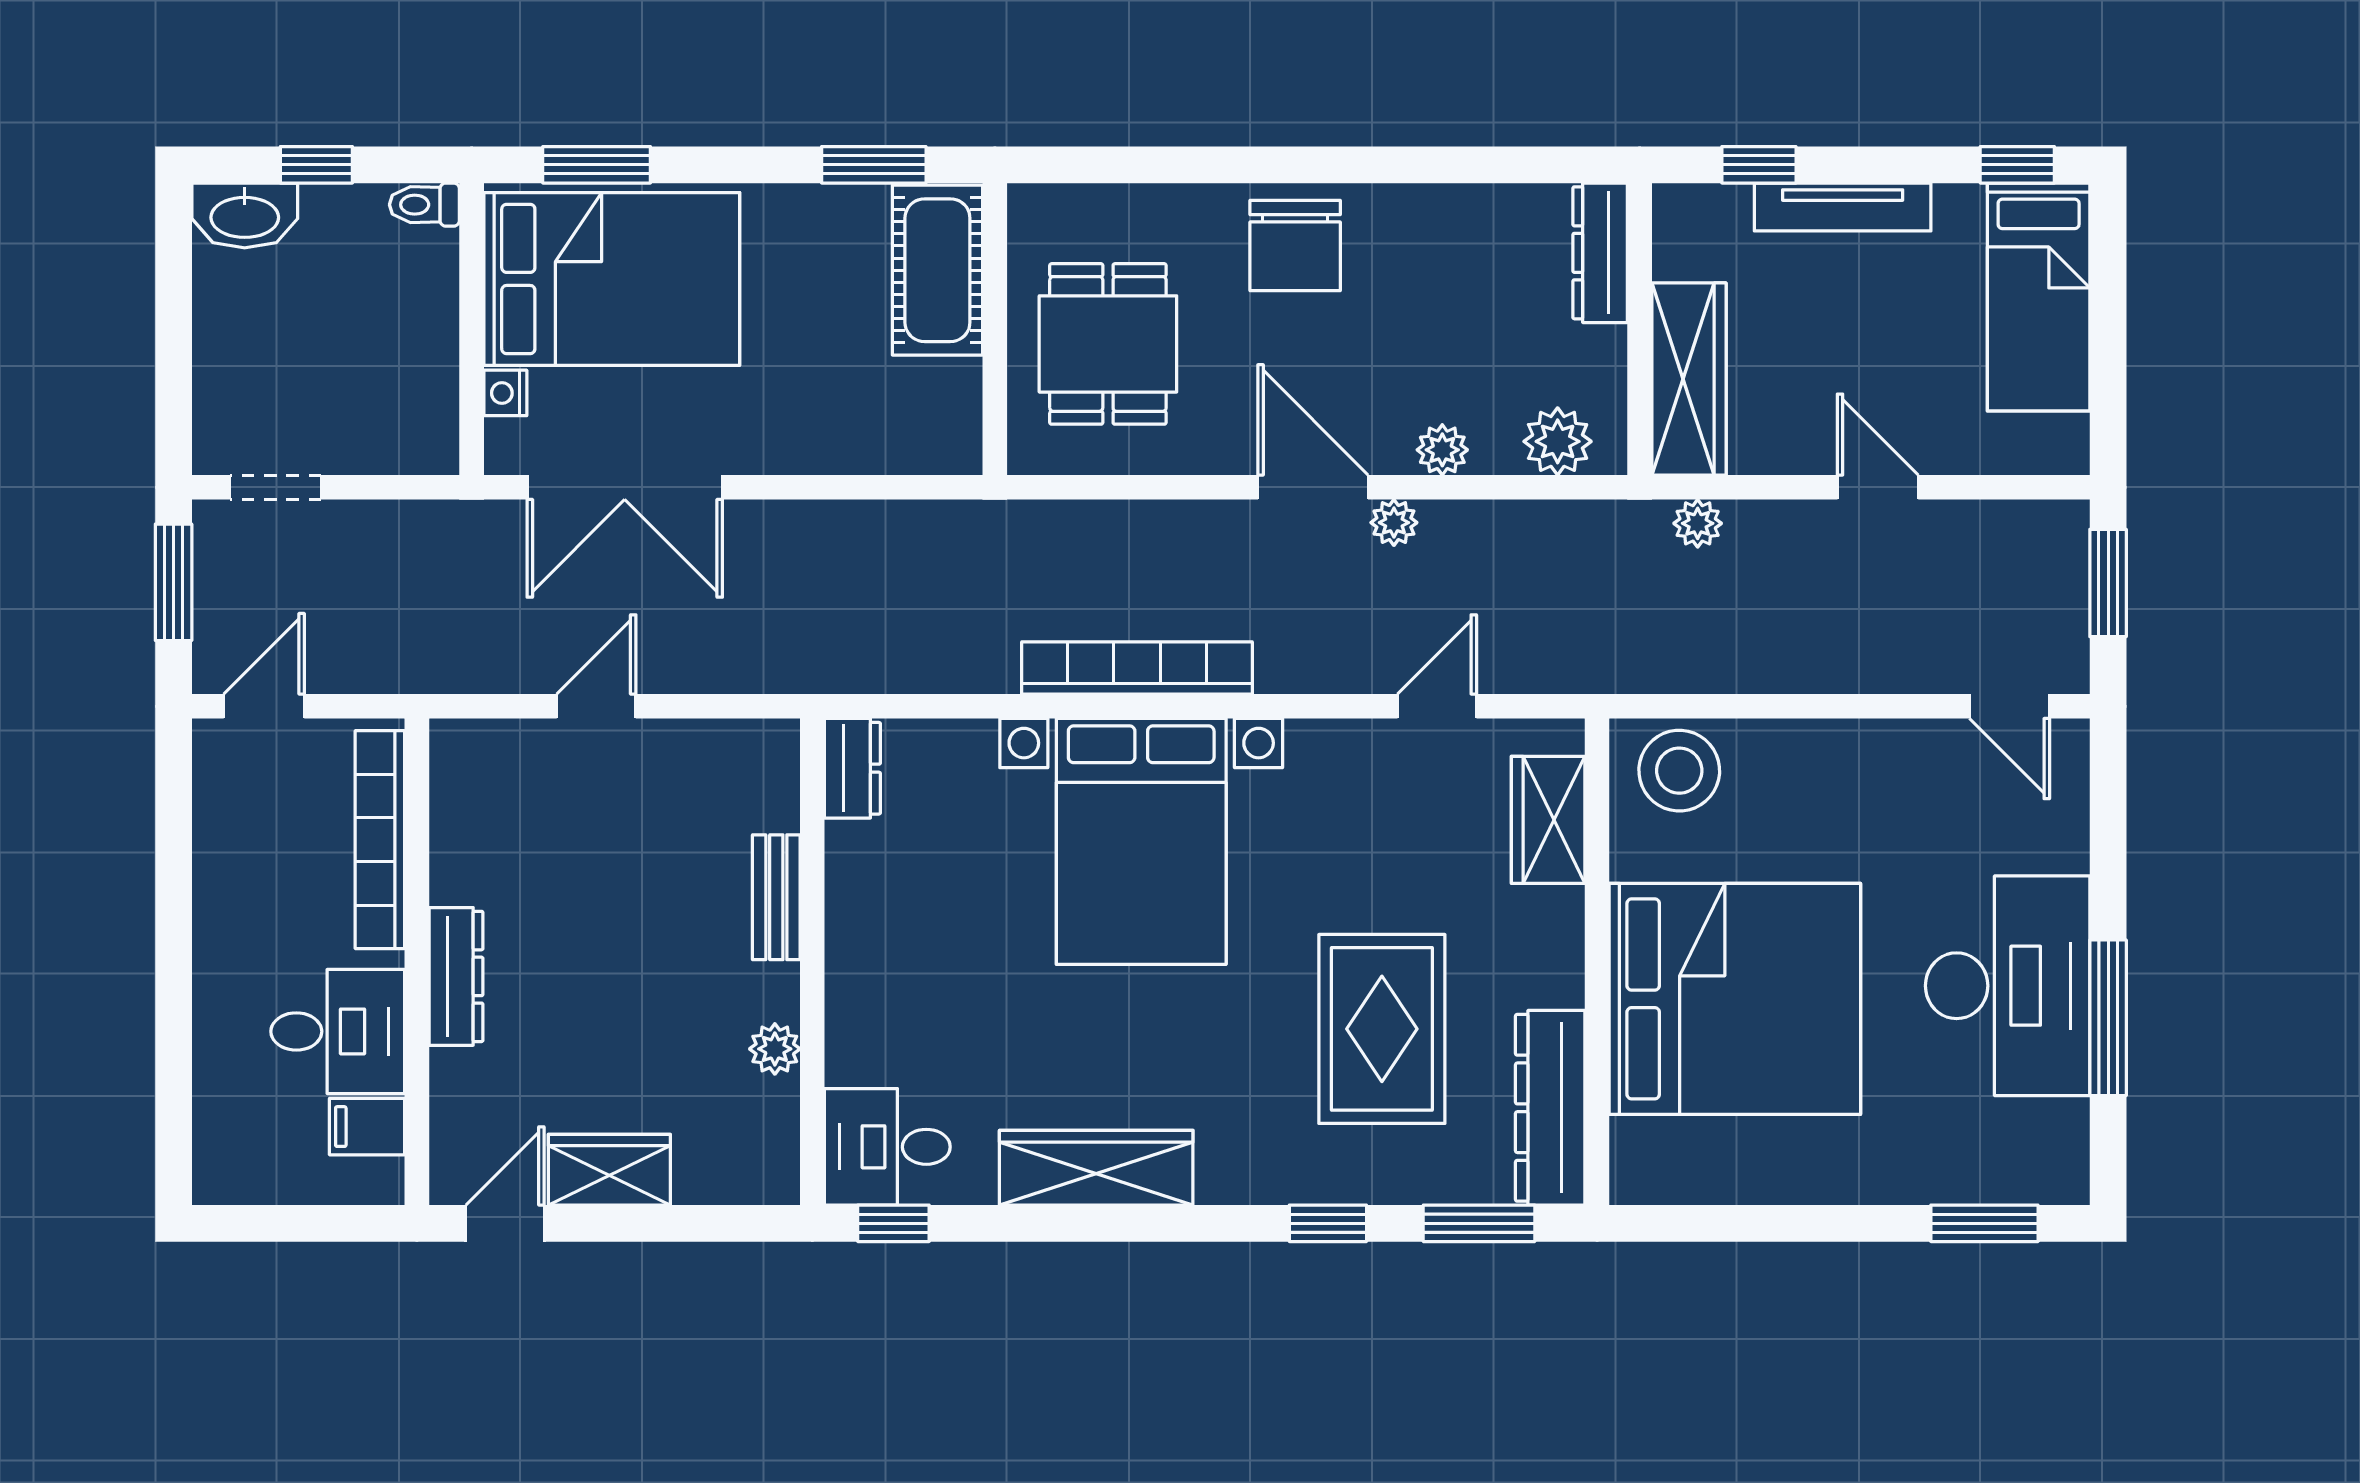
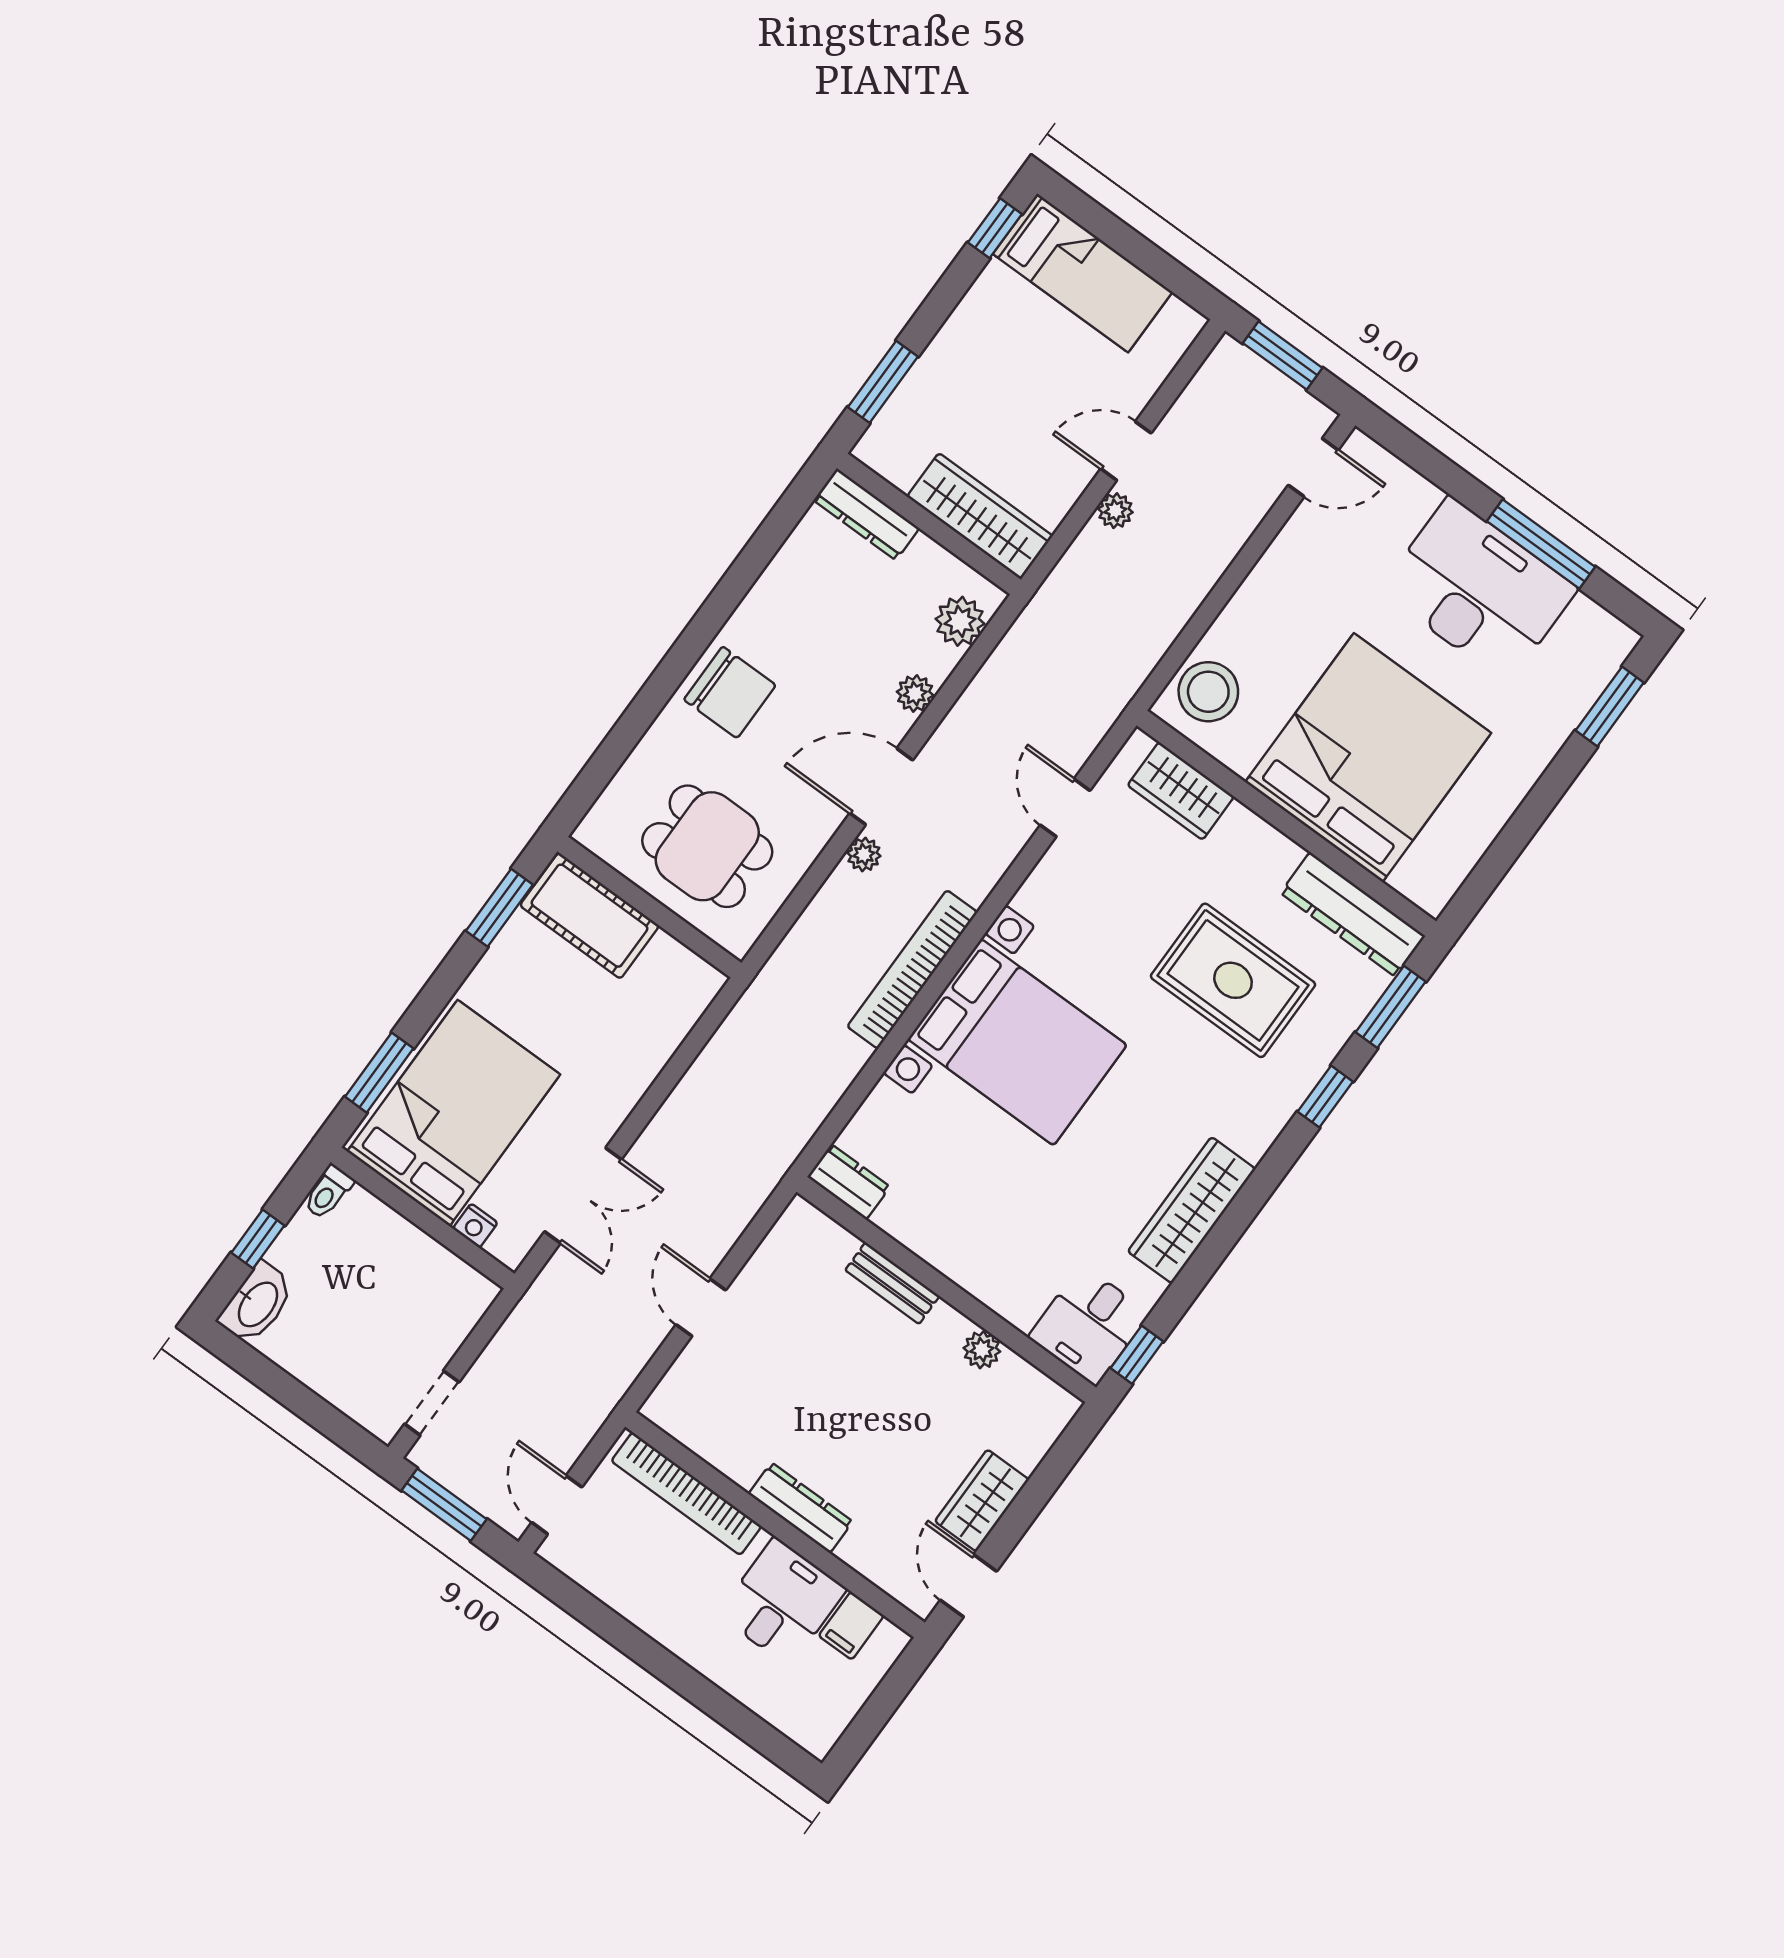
window: (1759, 165) -> (883, 382), width x1.50
tv unit: (1843, 207) -> (944, 350), removed
double door: (625, 487) -> (583, 1196), width x0.73
plant: (1394, 523) -> (864, 854), moved
plant: (1698, 523) -> (1115, 511), moved

